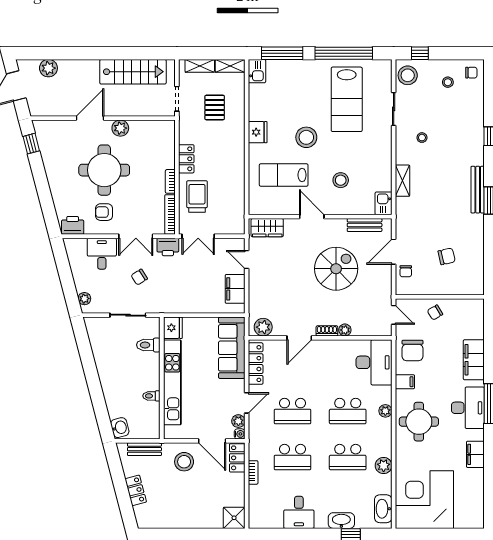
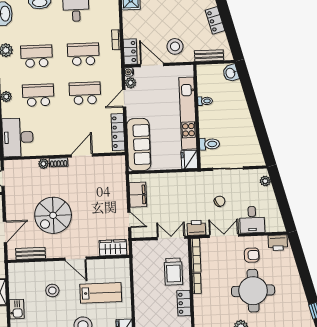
kitchen sink: (384, 203) -> (17, 309), moved
plant: (263, 327) -> (113, 163), removed

